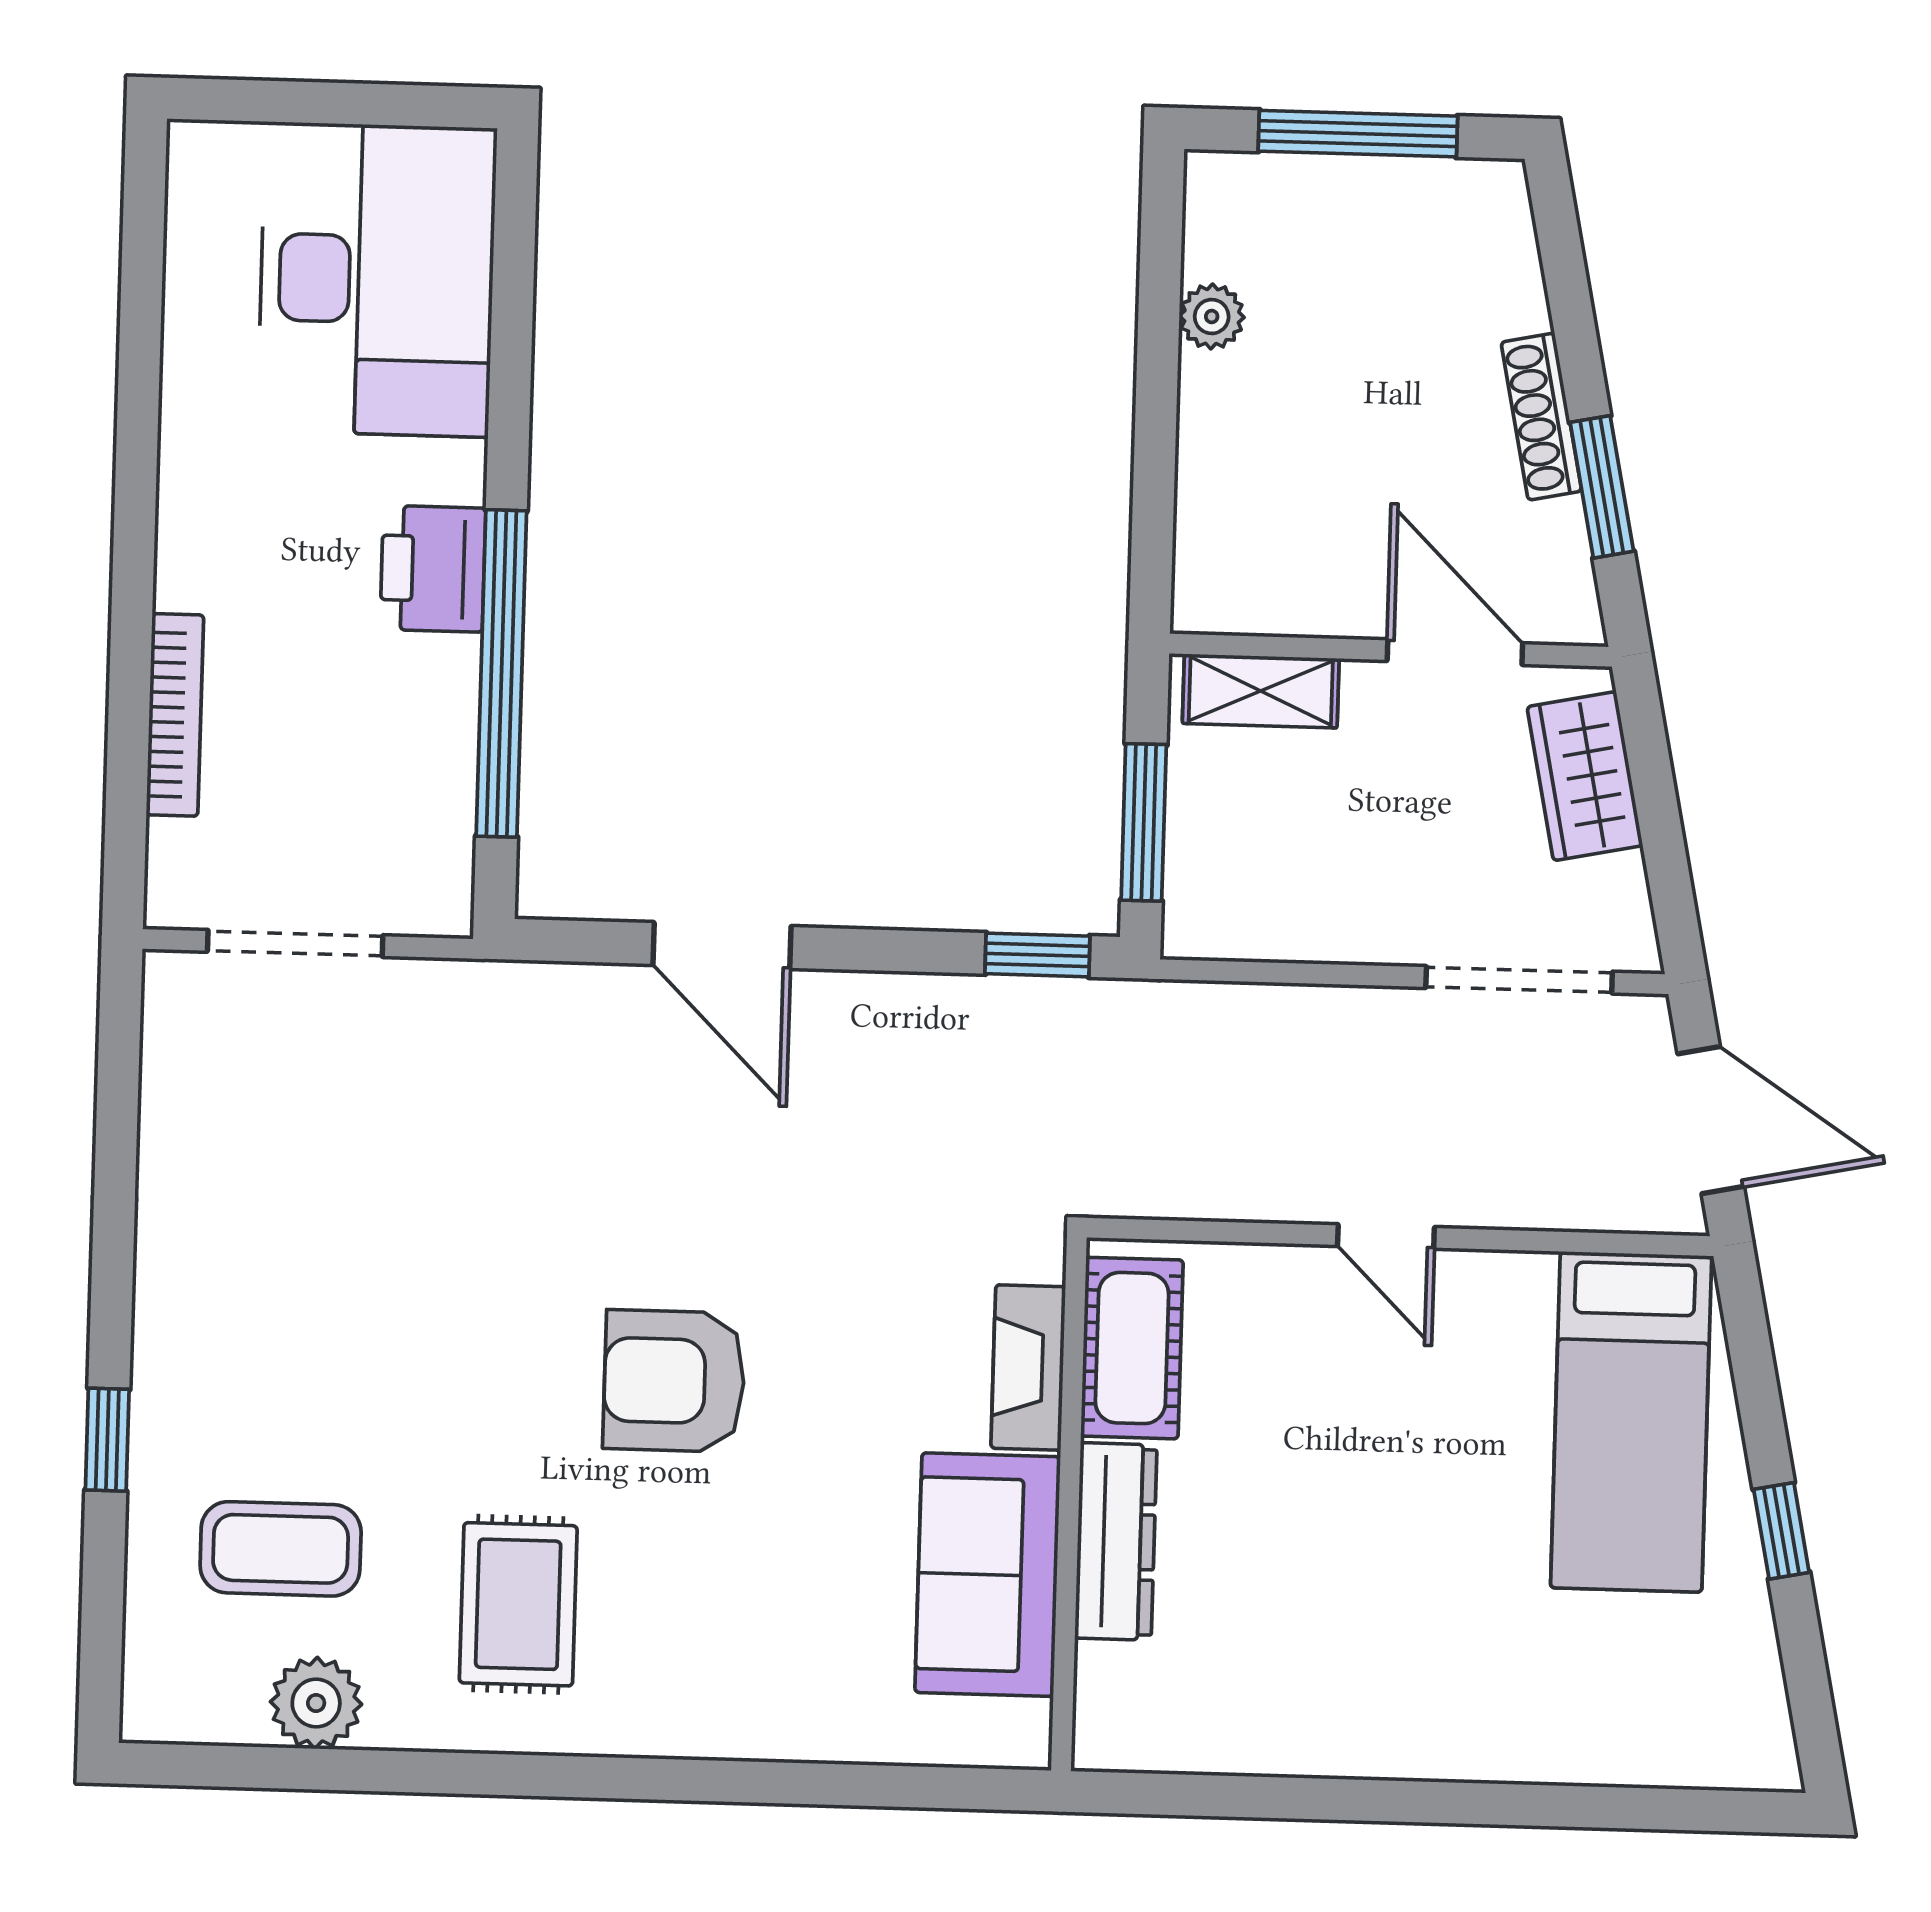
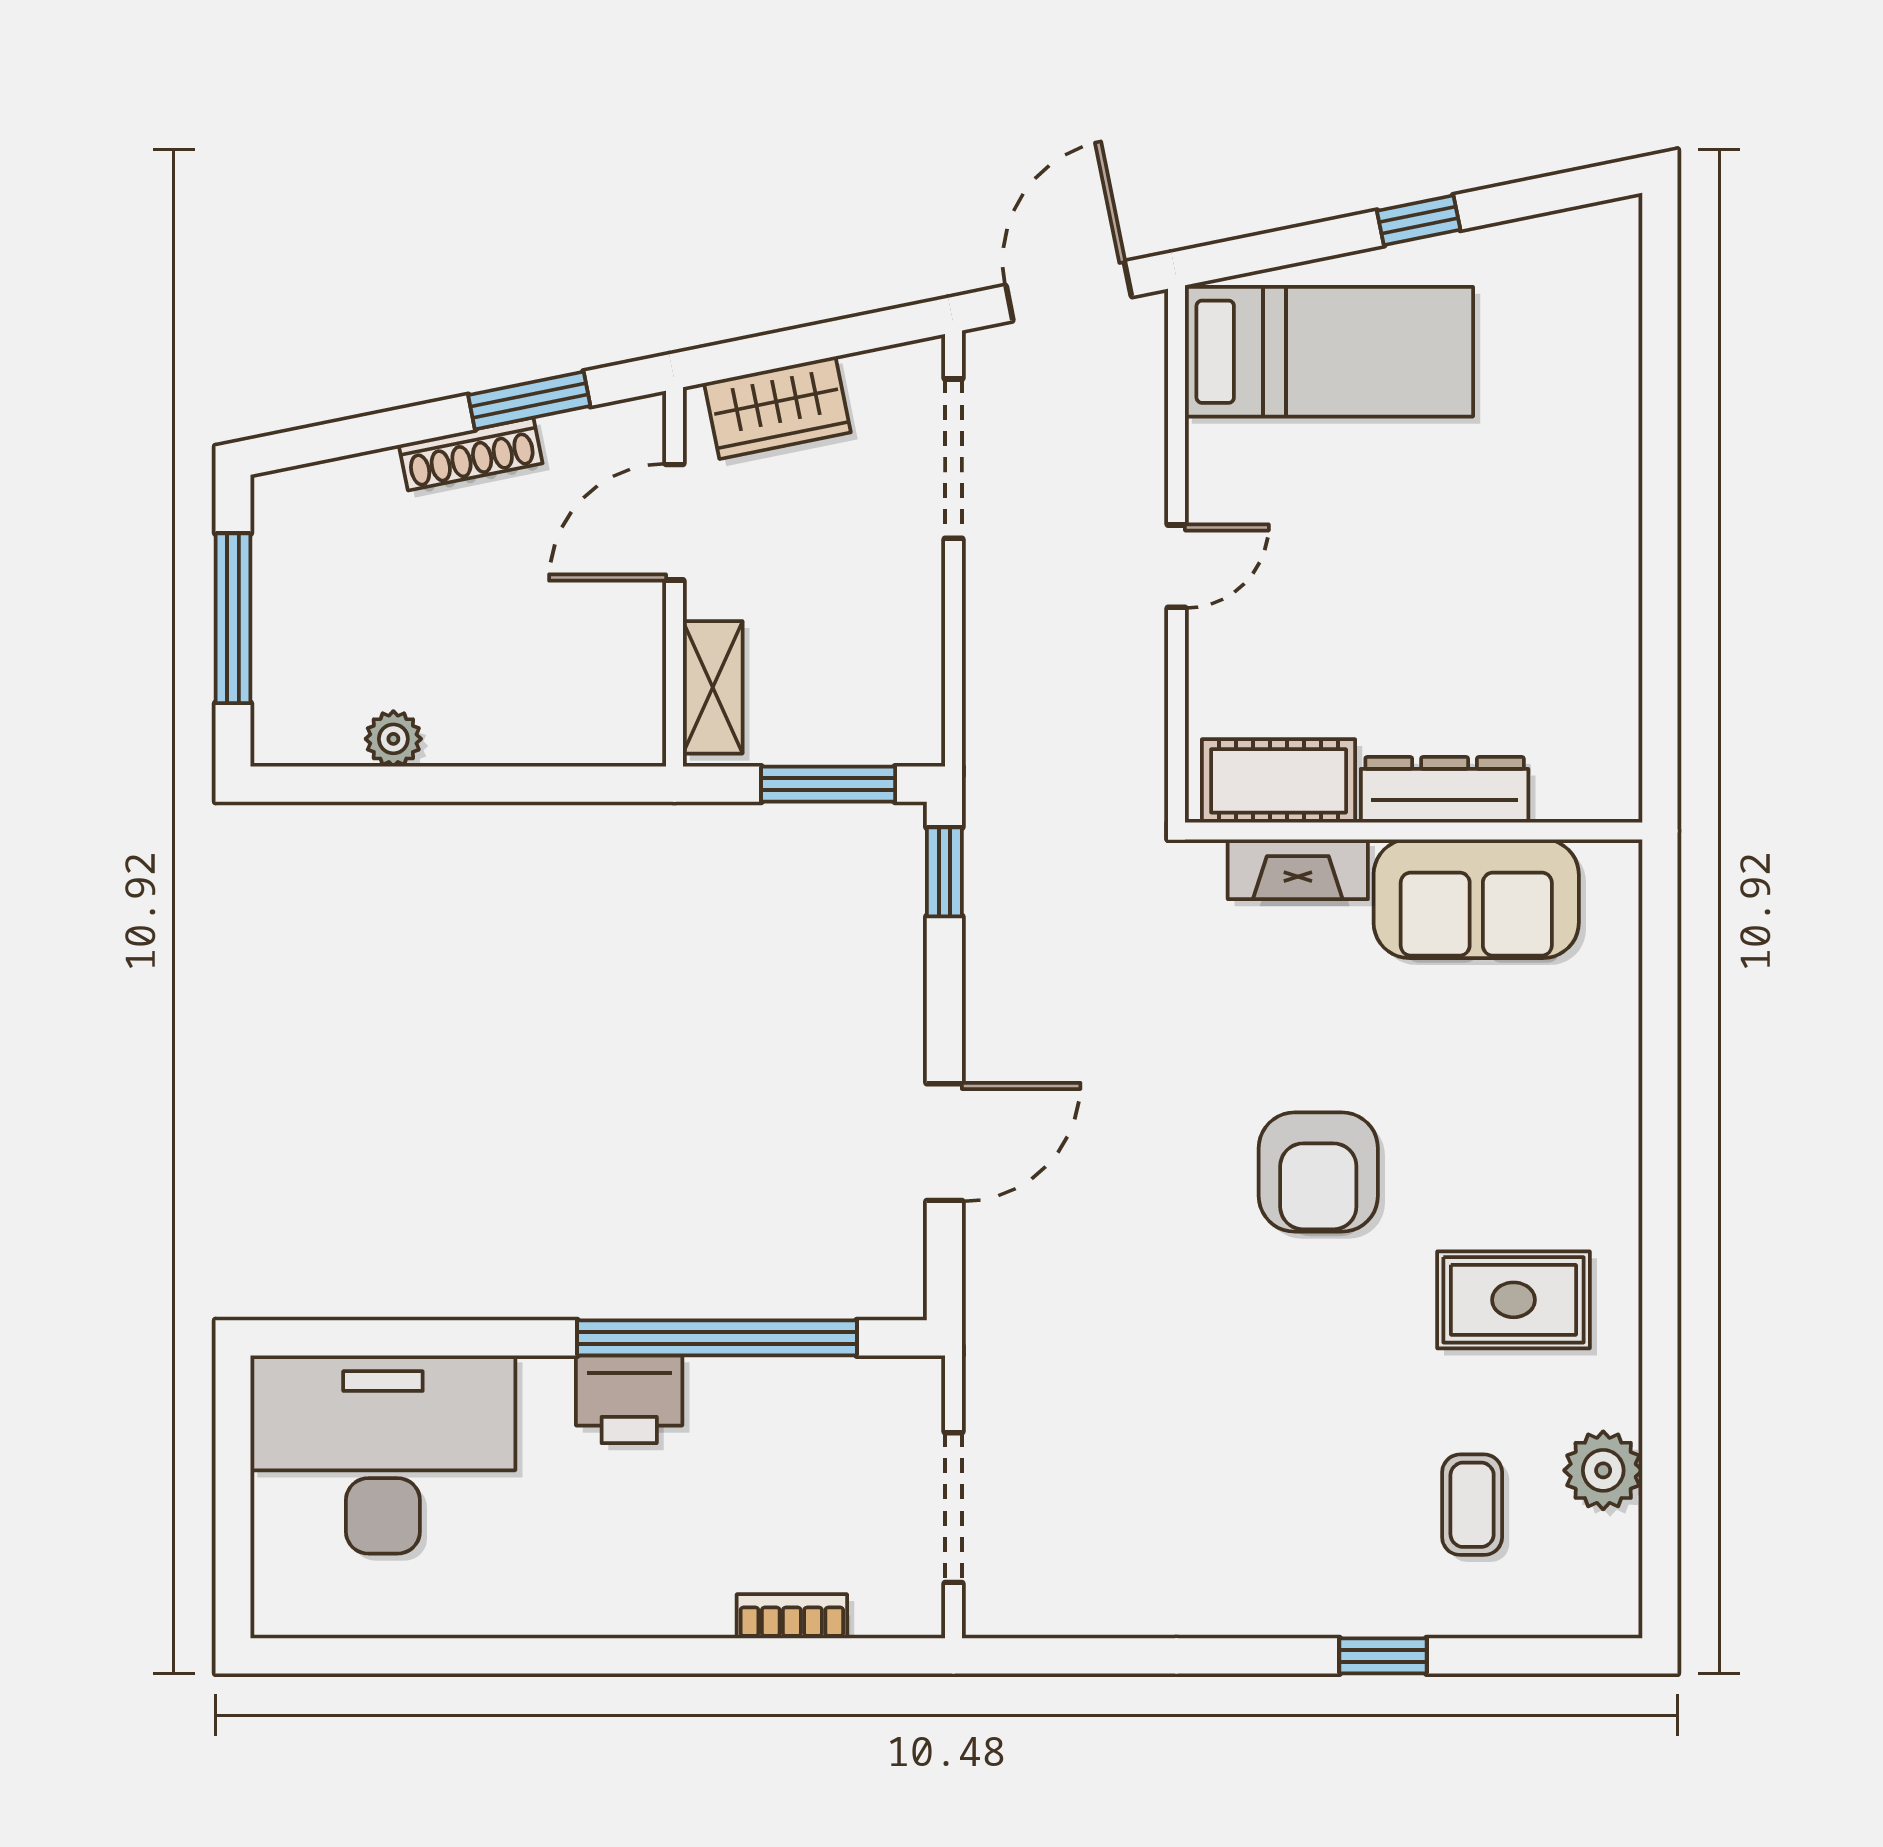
bookcase: (175, 715) -> (792, 1616), width x0.64
coffee table: (281, 1549) -> (1472, 1505), width x0.73, depth x0.77

